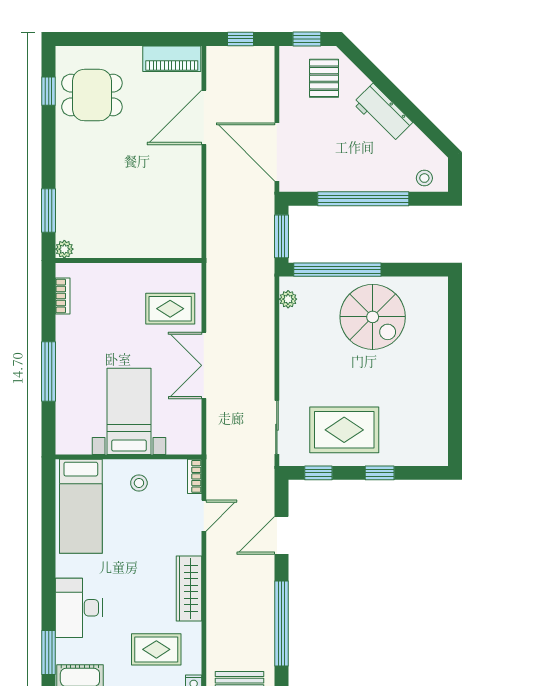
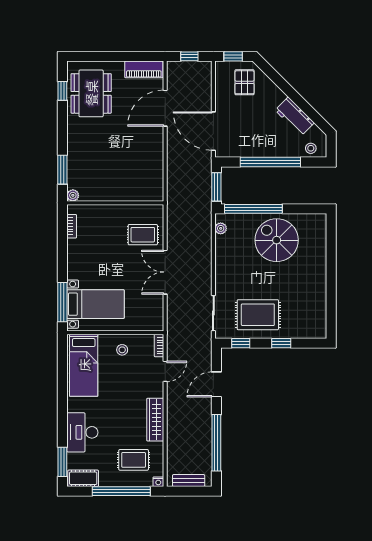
dining table: (92, 95) -> (91, 93), width x1.38
workbench: (383, 113) -> (295, 117), moved
spiral stairs: (373, 317) -> (277, 240), turned 180
window: (49, 371) -> (62, 302), moved
bed with nightstands: (129, 411) -> (95, 304), moved, turned 90

